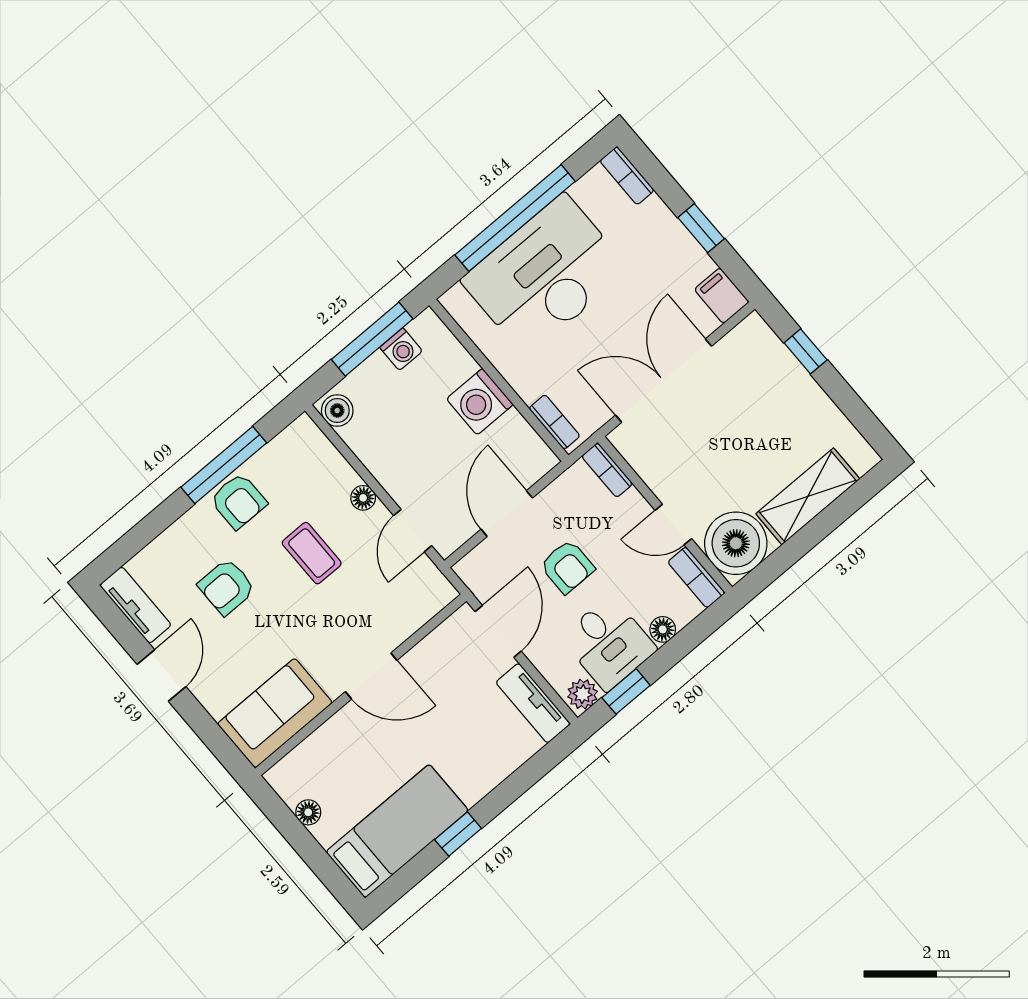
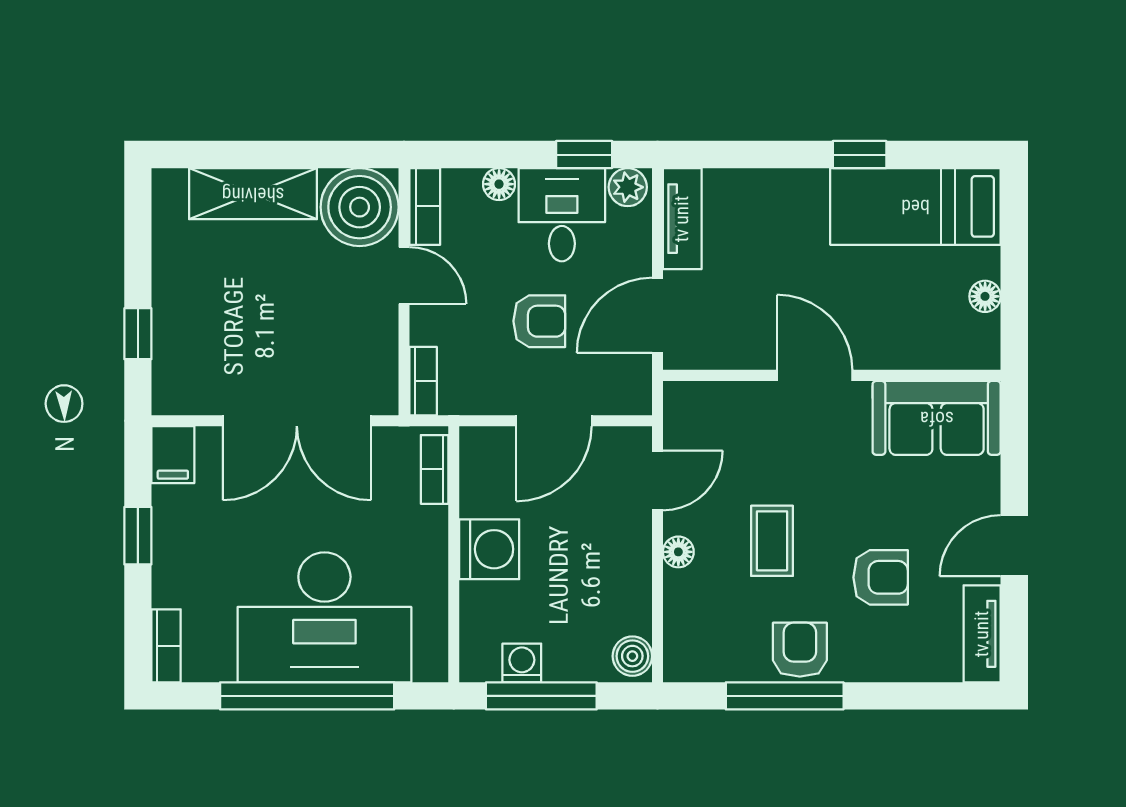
armchair: (567, 567) -> (539, 321), turned 90

